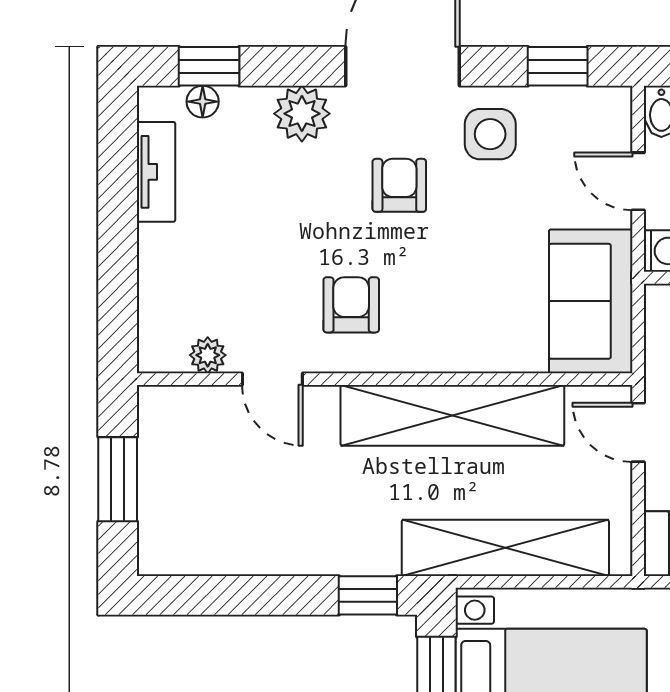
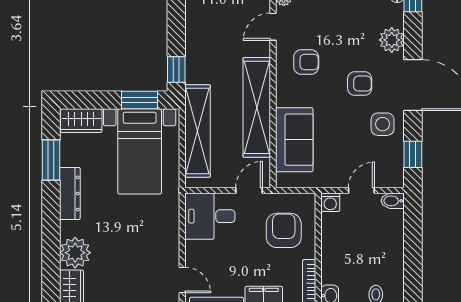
sofa: (591, 301) -> (294, 140), moved, turned 90

